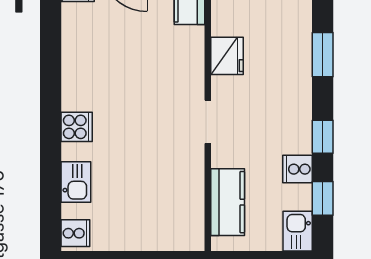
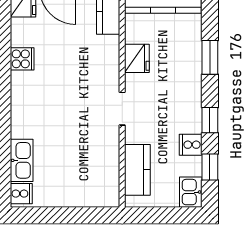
cooker: (77, 127) -> (22, 59), moved
kitchen sink: (76, 182) -> (22, 160), width x1.38

